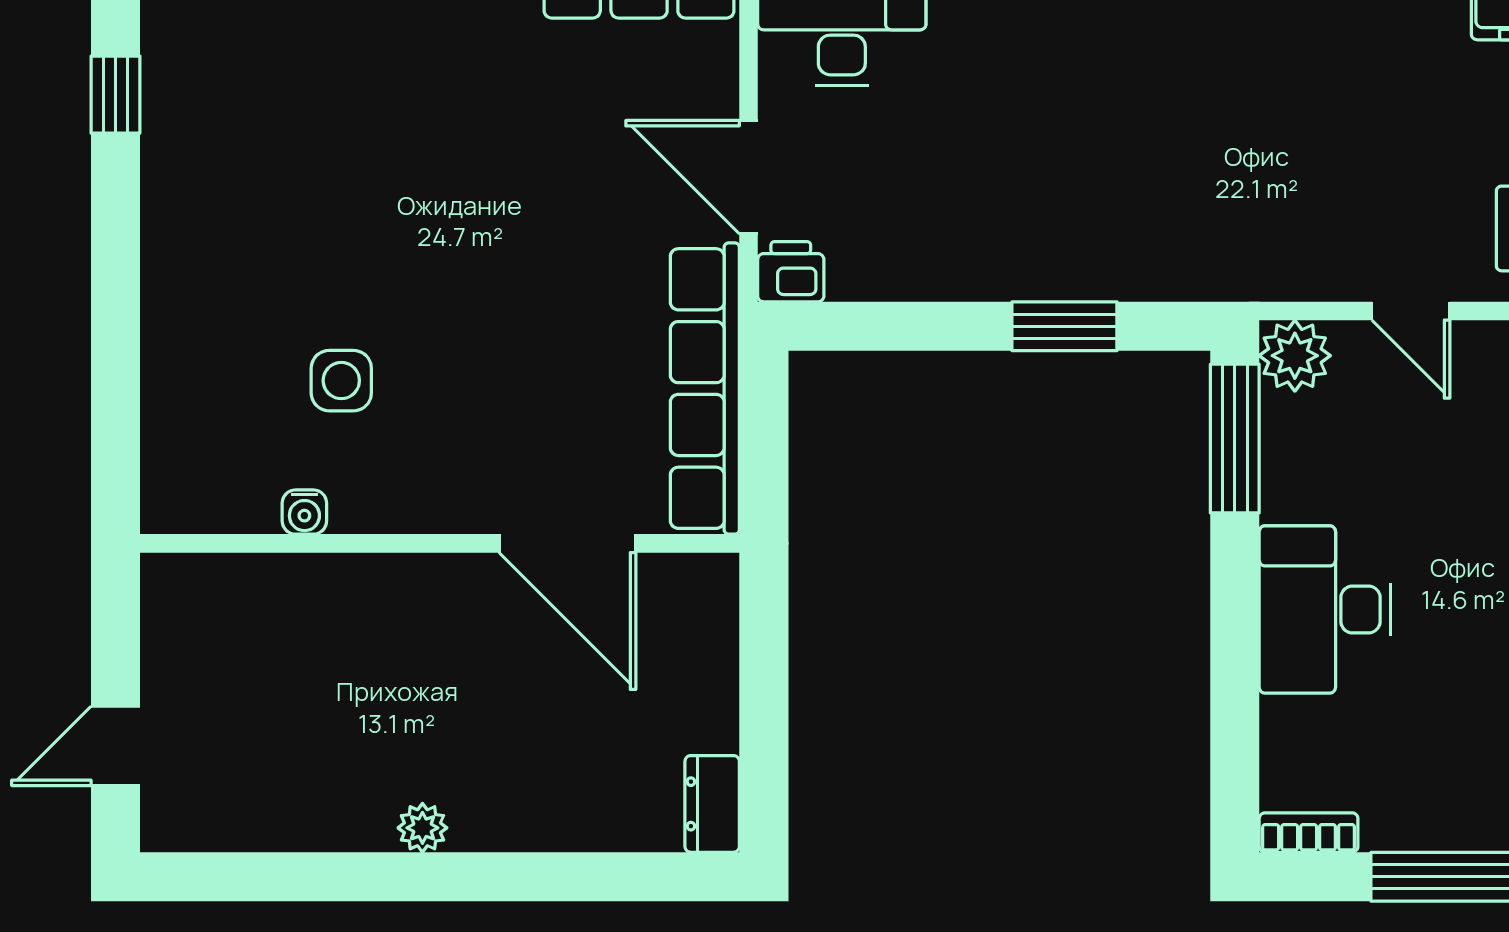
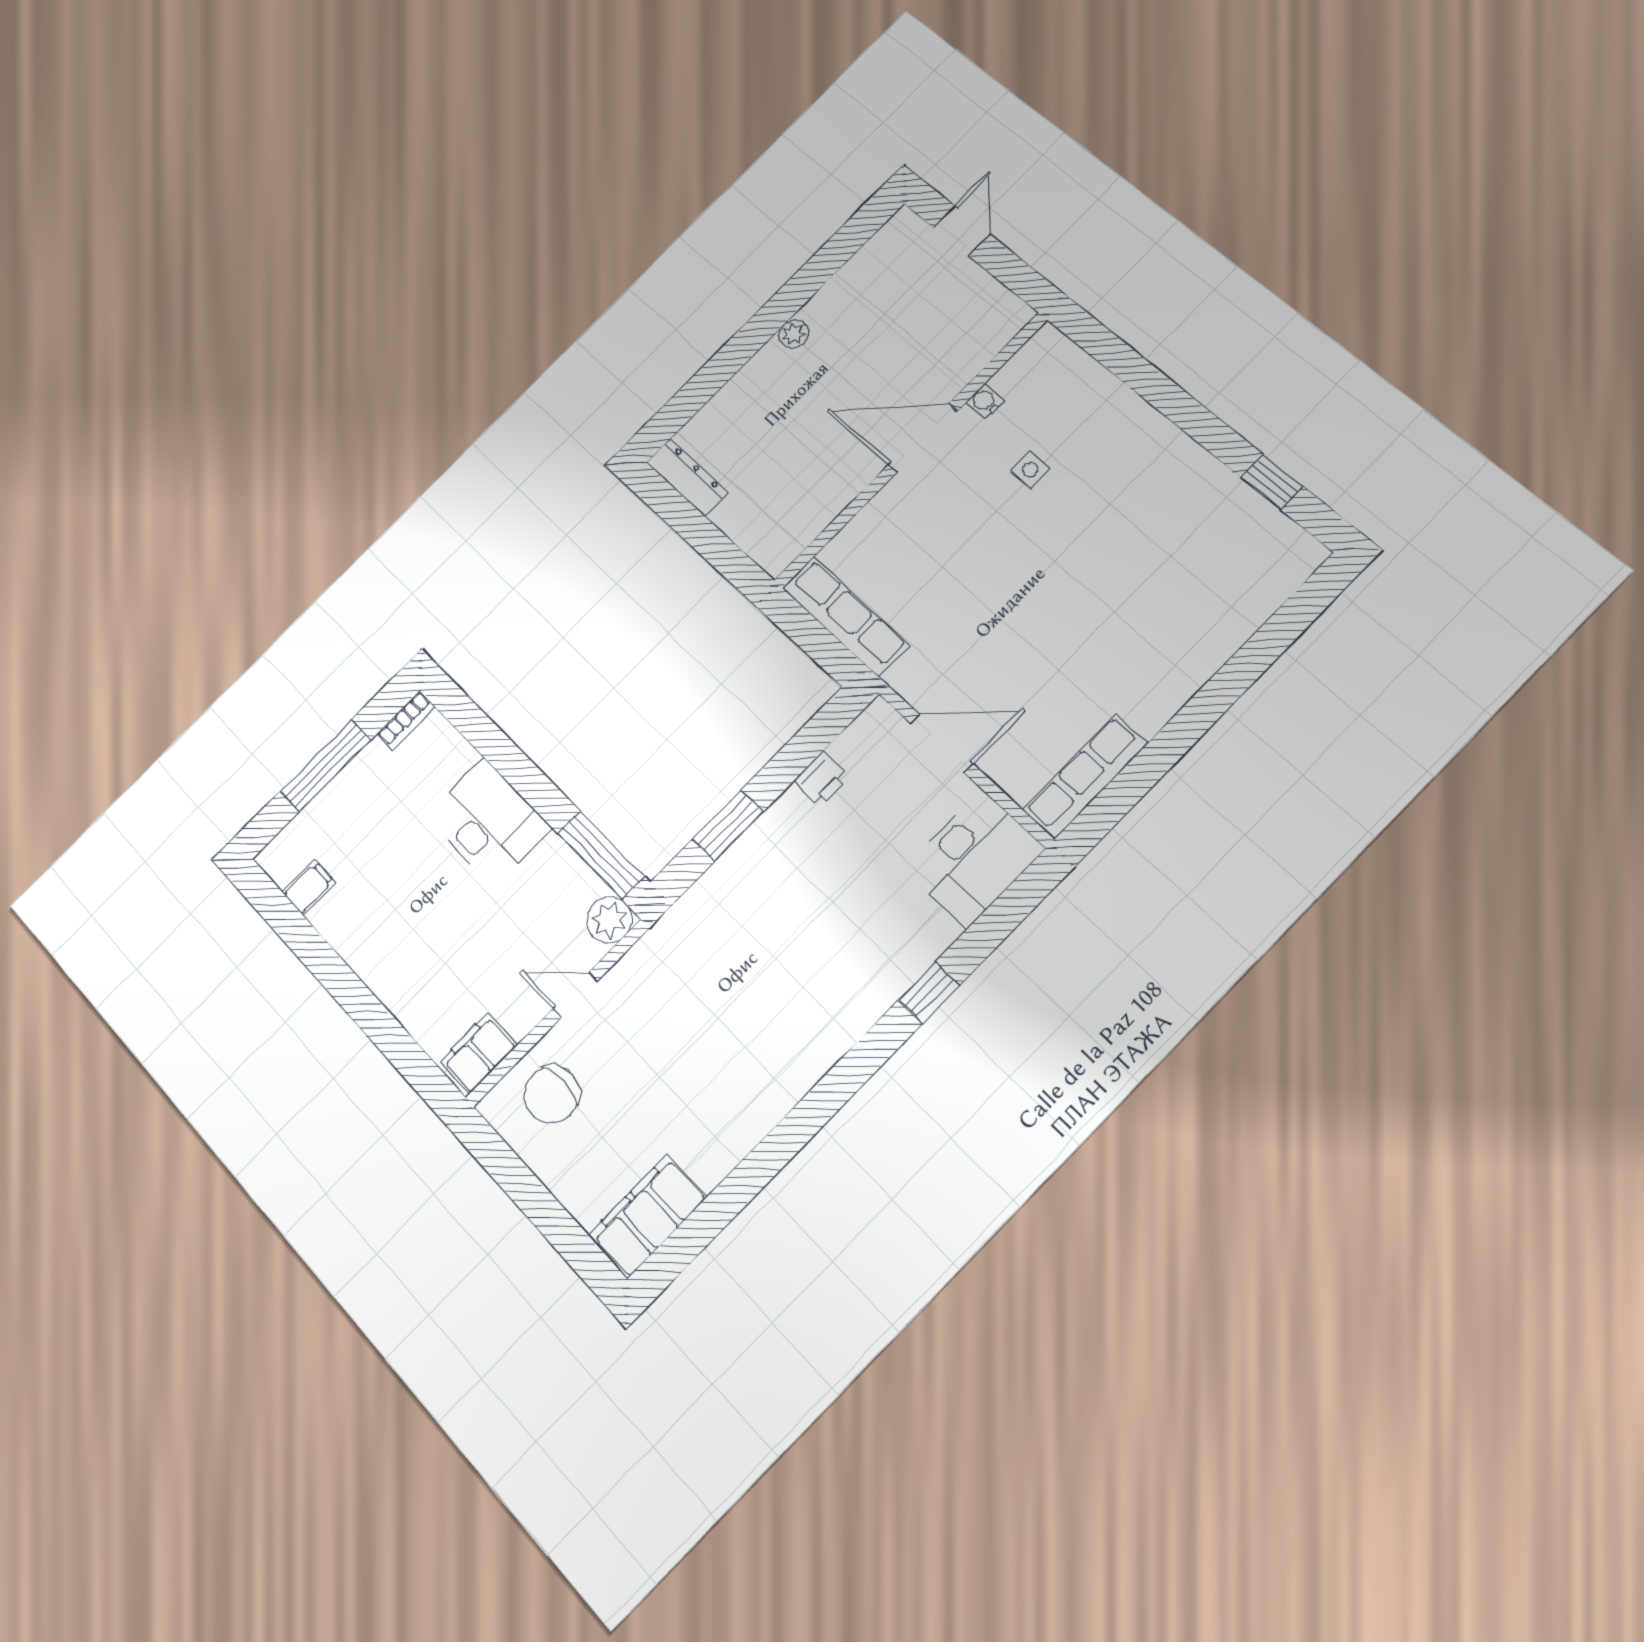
printer: (791, 272) -> (822, 779), moved
side table: (341, 381) -> (1030, 470), width x0.73, depth x0.73
row of seats: (705, 389) -> (845, 616), width x0.73
door: (567, 543) -> (923, 438), moved
dresser: (712, 804) -> (687, 477), width x1.44

